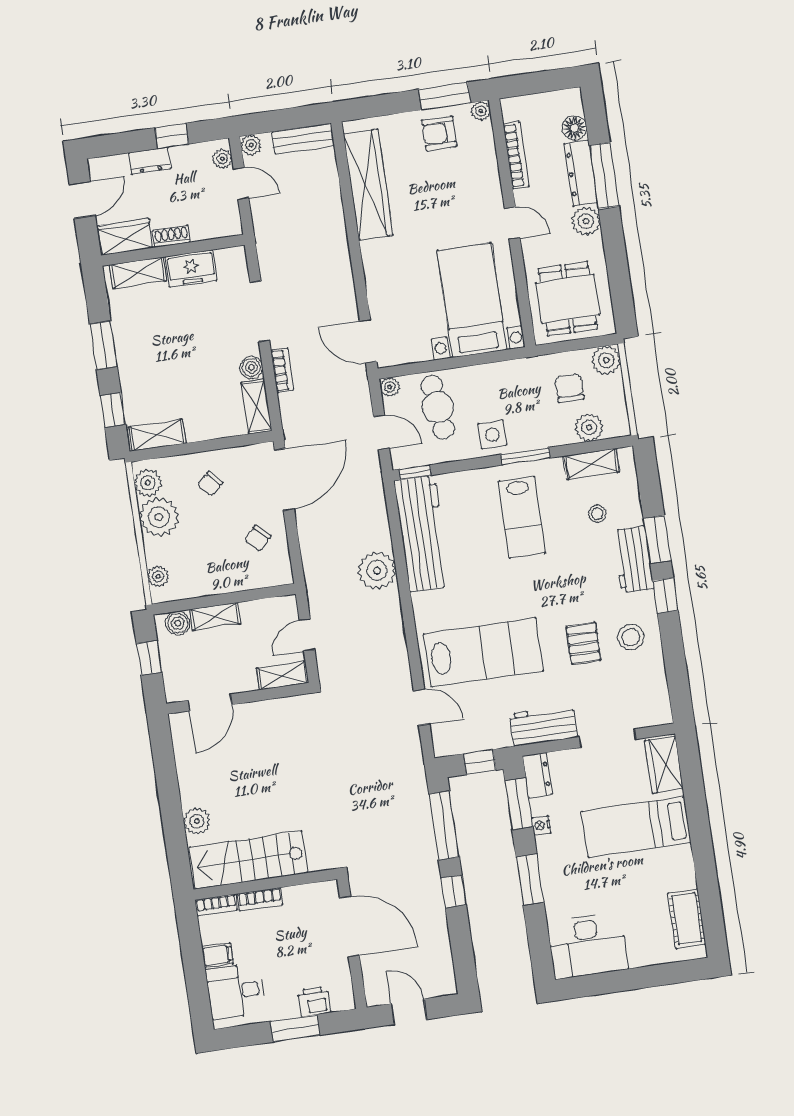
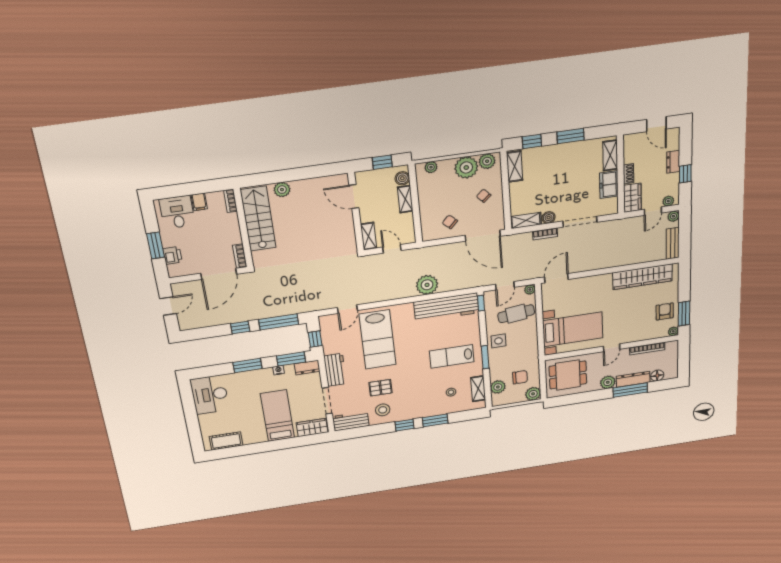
wardrobe: (125, 237) -> (632, 198), moved
workbench: (633, 560) -> (351, 421), moved
bookcase: (260, 899) -> (240, 256), moved

